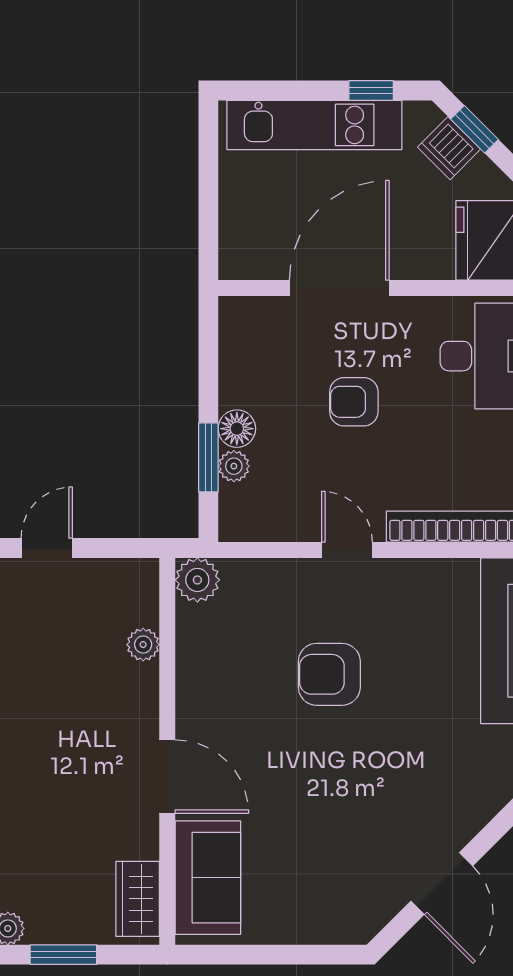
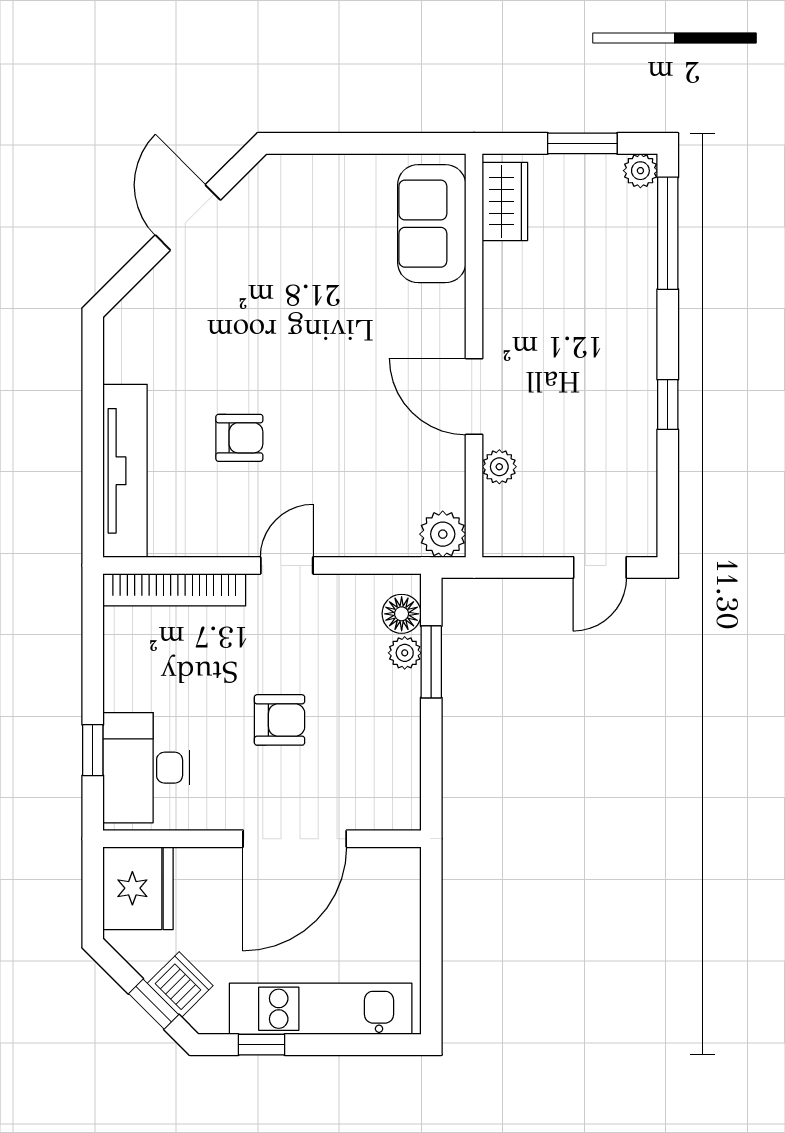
floor lamp: (237, 429) -> (402, 614), moved
door: (347, 550) -> (287, 565), swing flipped
armchair: (329, 674) -> (239, 438), moved, width x0.72, depth x0.72
door: (167, 777) -> (474, 397), moved

